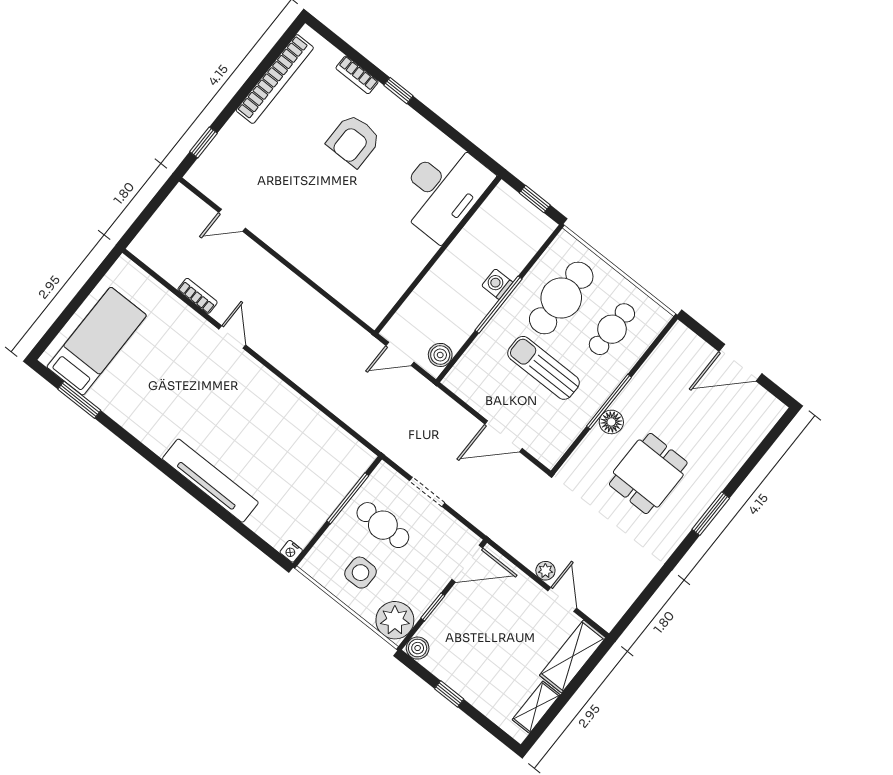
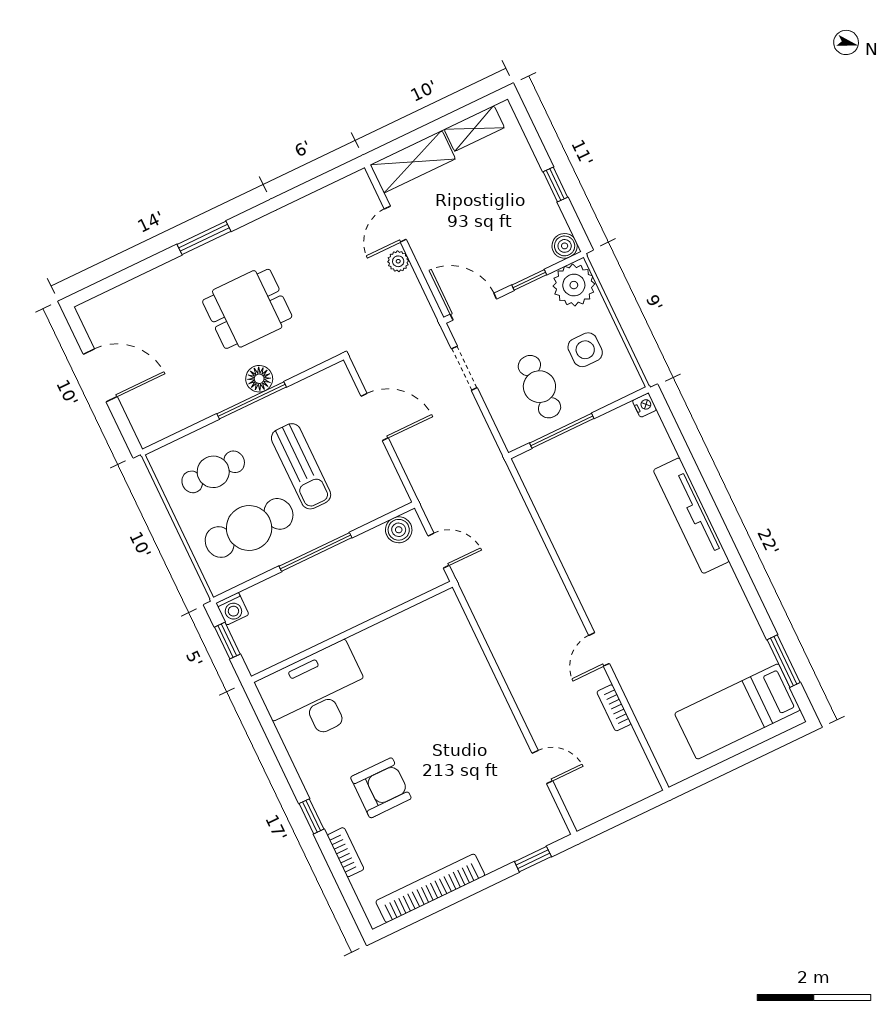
washing machine: (497, 284) -> (232, 609), moved
doorway: (427, 492) -> (464, 368), moved

